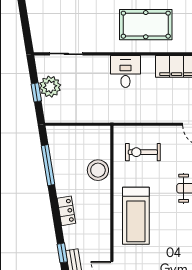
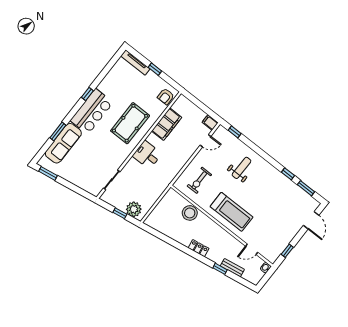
plant: (50, 87) -> (134, 209), moved
window: (48, 165) -> (165, 238), removed

